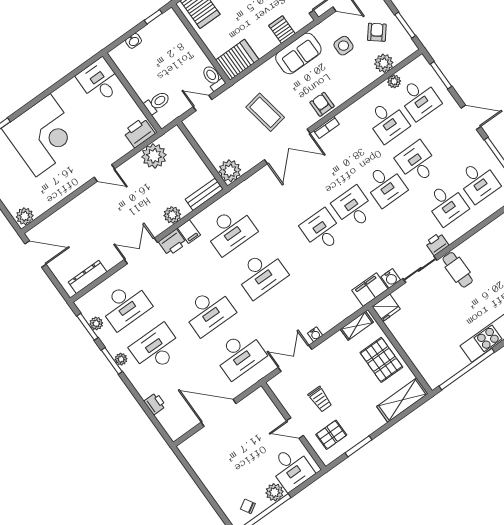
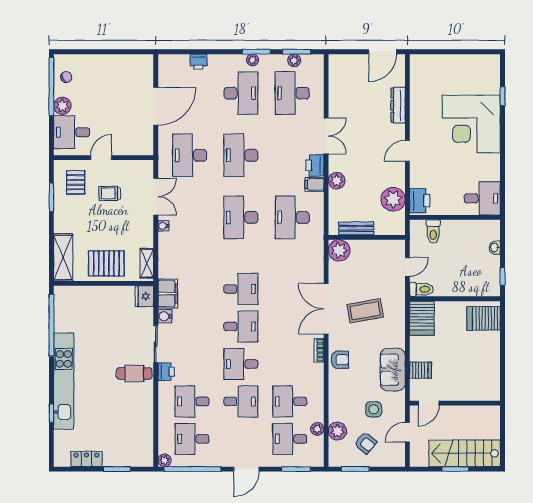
bench: (204, 194) -> (356, 228), moved, turned 90
plant: (25, 216) -> (418, 64), removed
dresser: (88, 277) -> (398, 105), moved, turned 180

